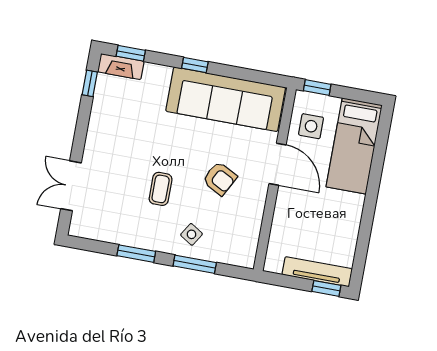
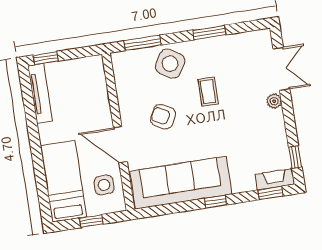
window: (317, 87) -> (91, 221), moved
plant: (91, 153) -> (274, 101), added
side table: (192, 234) -> (170, 64), width x1.87, depth x1.87
window: (195, 264) -> (142, 43), moved
tv unit: (317, 272) -> (40, 93), moved, turned -90

